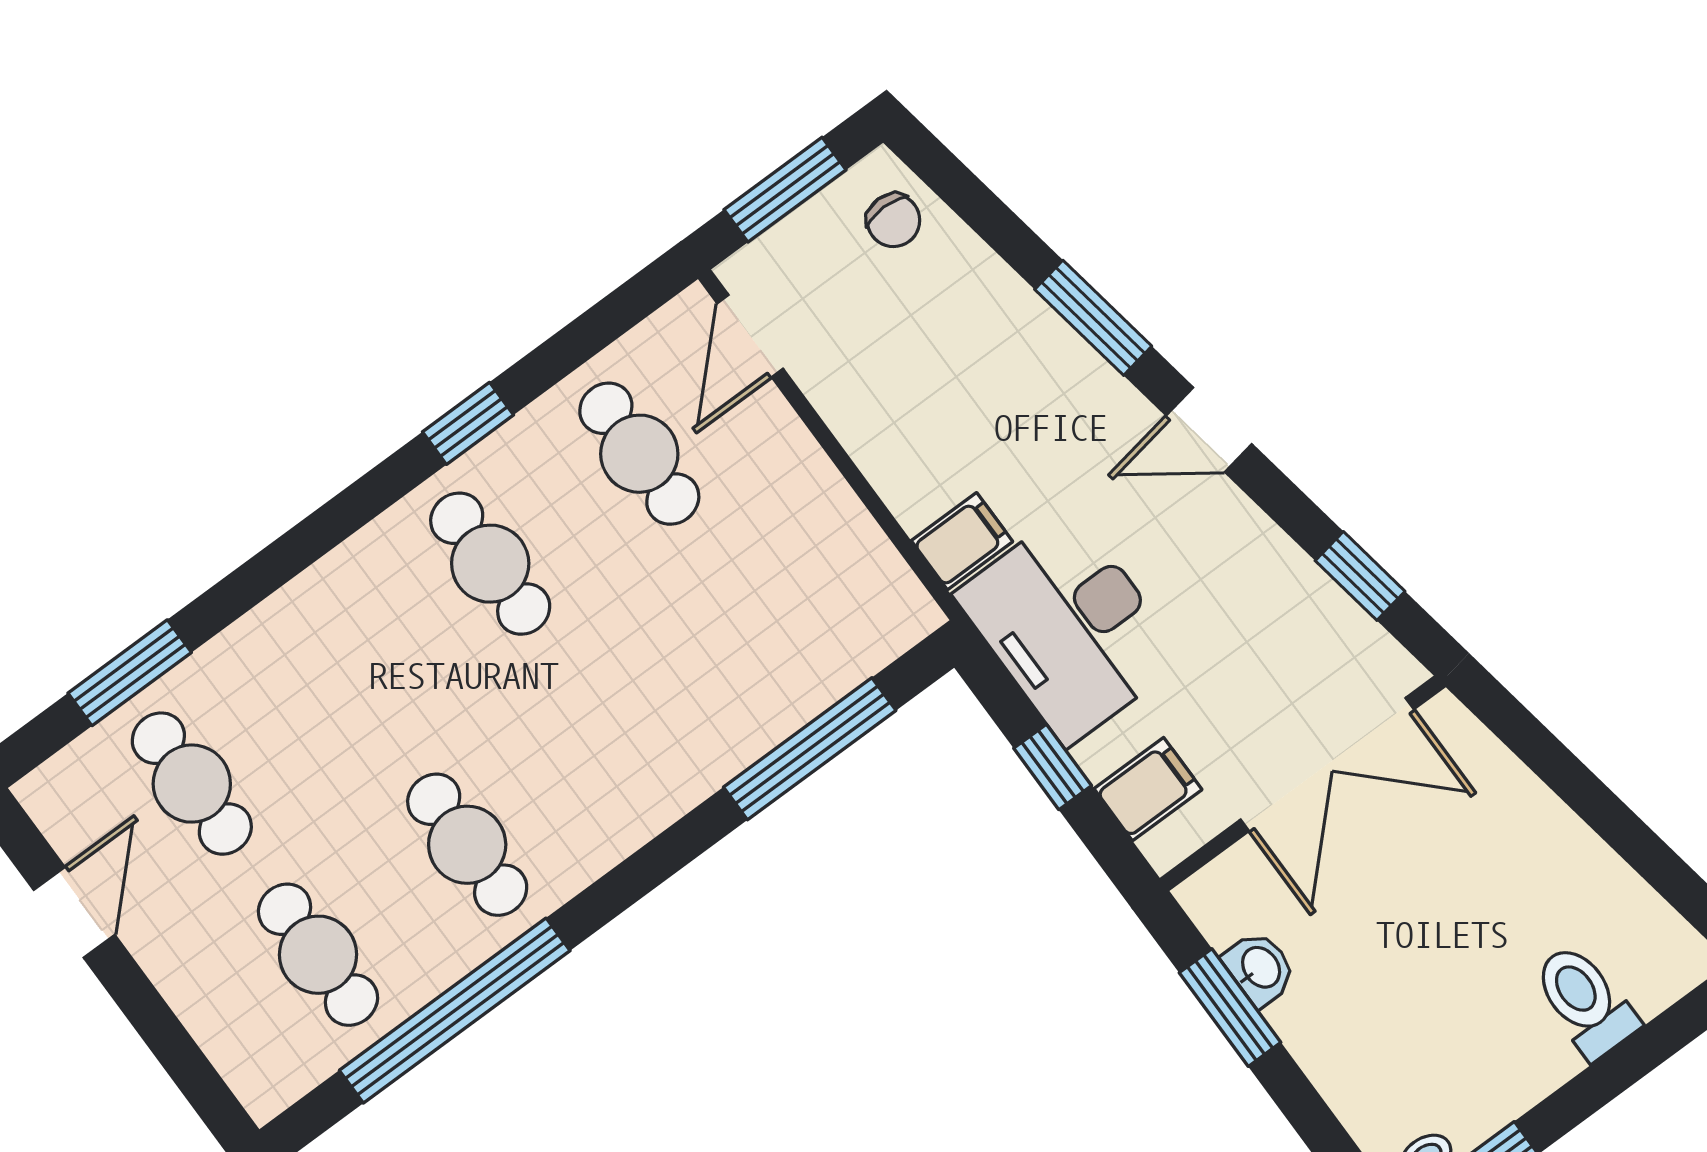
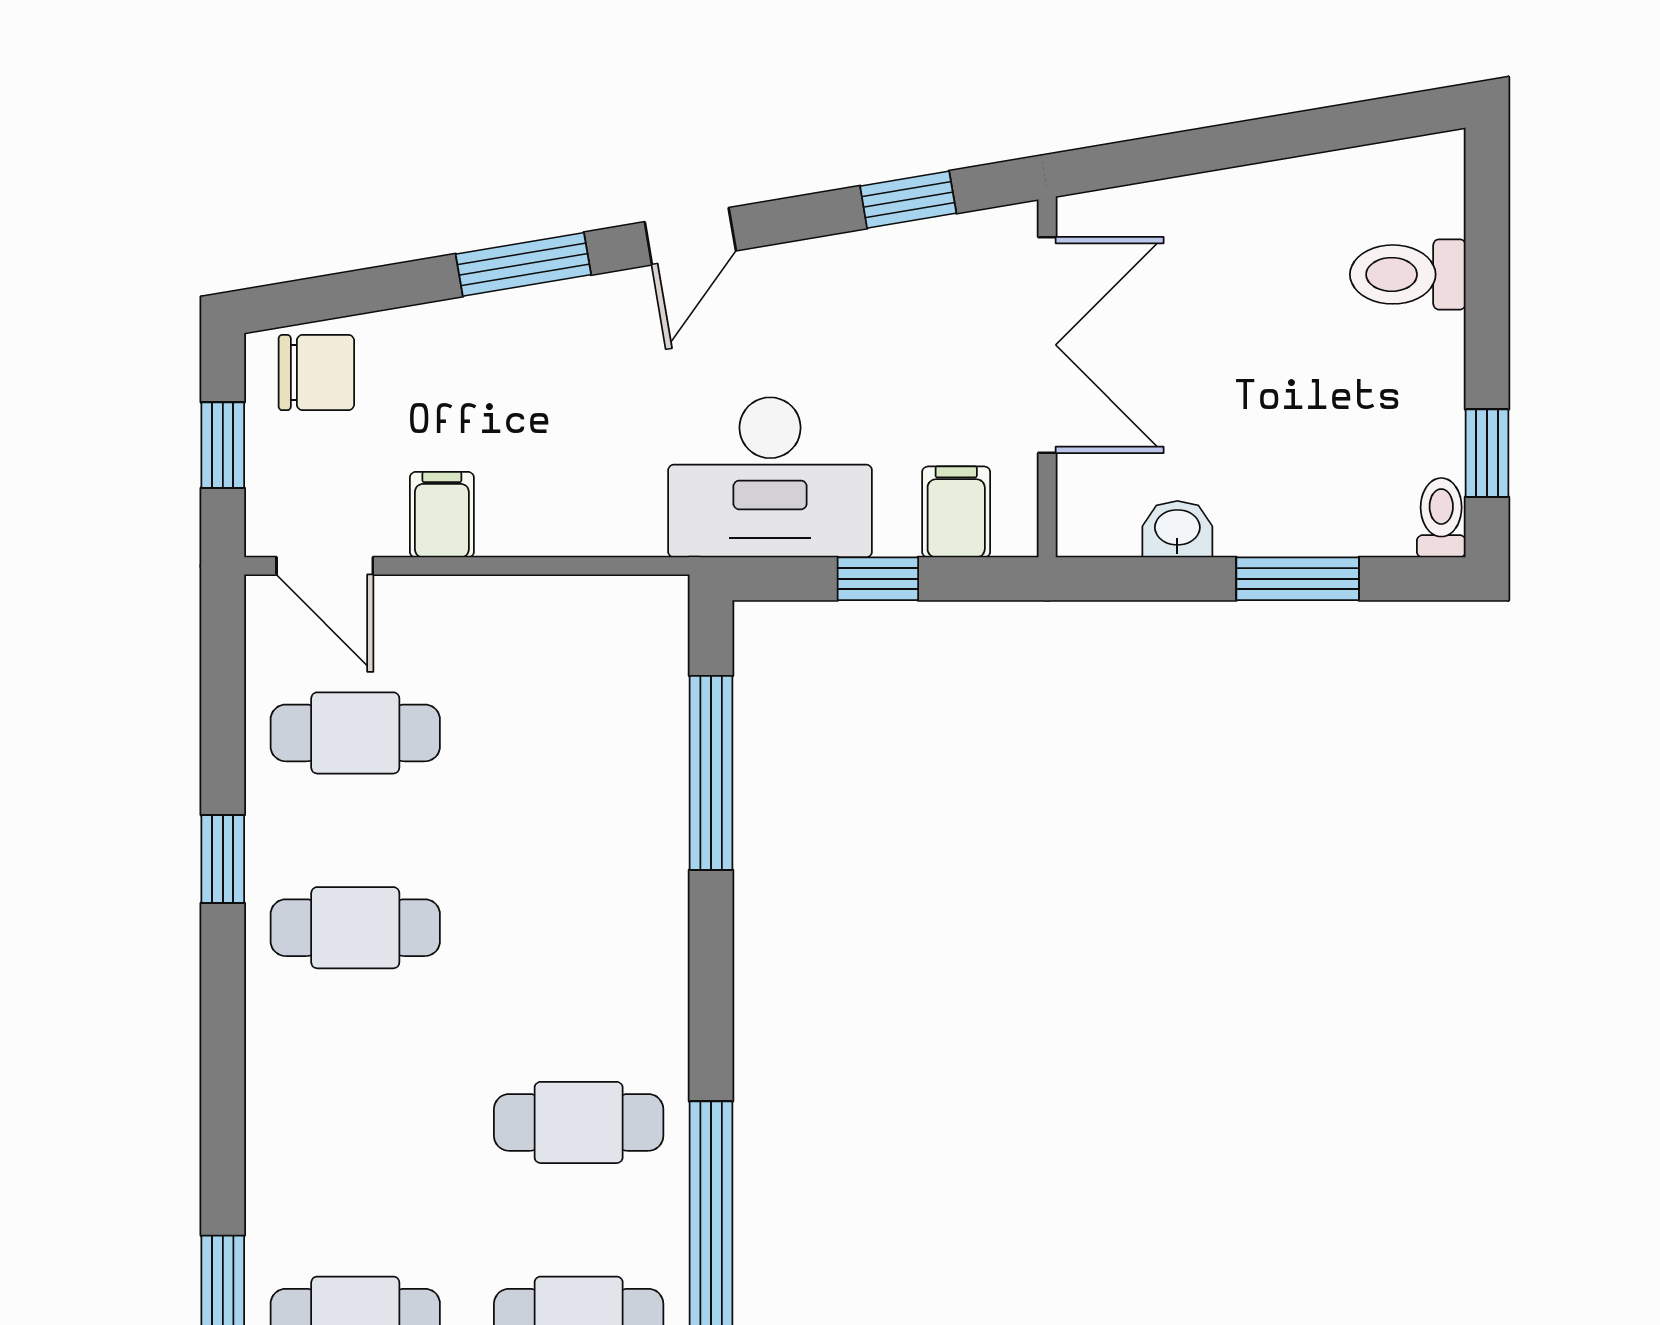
window: (785, 190) -> (223, 445), width x0.67
chair: (893, 220) -> (316, 373), width x1.37, depth x1.37
filing cabinet: (962, 541) -> (442, 515), moved
window: (1230, 1008) -> (1298, 579), moved

